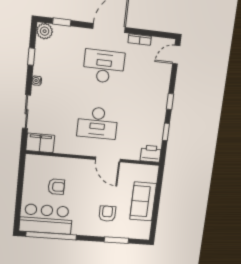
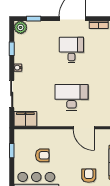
desk: (104, 66) -> (71, 50), width x0.73
desk: (98, 123) -> (71, 97), turned 180
window: (21, 178) -> (12, 151), added

